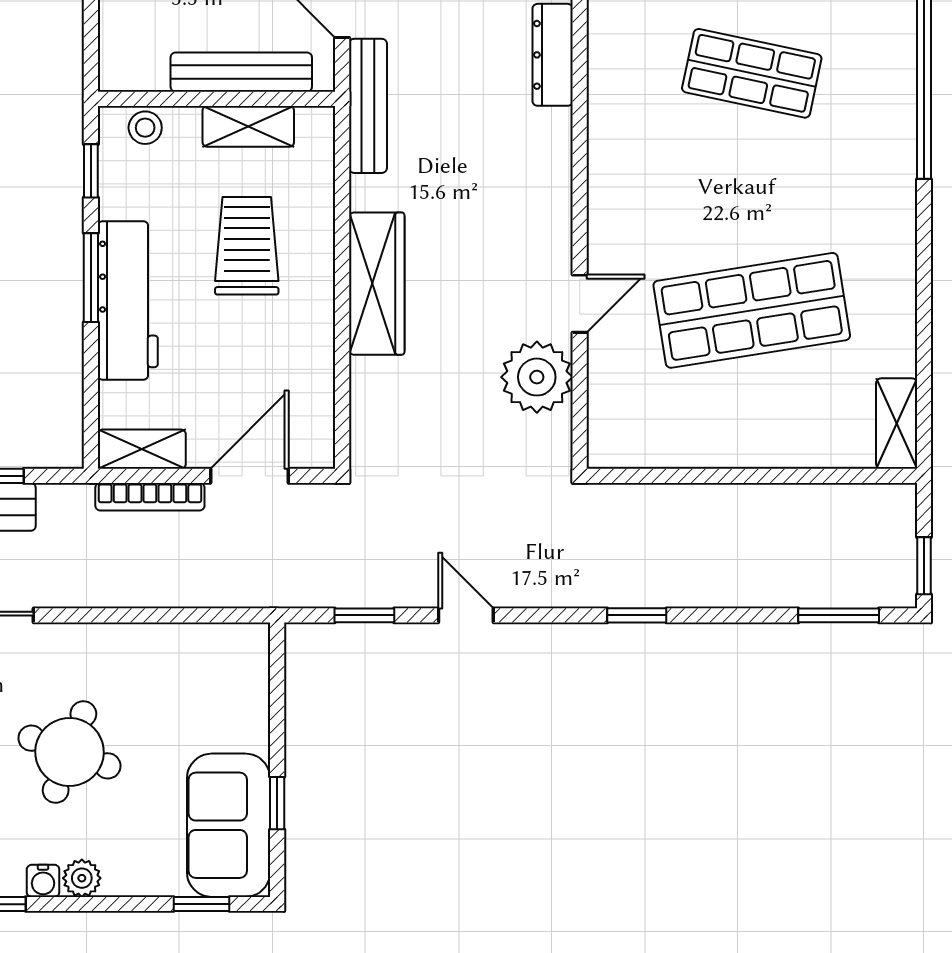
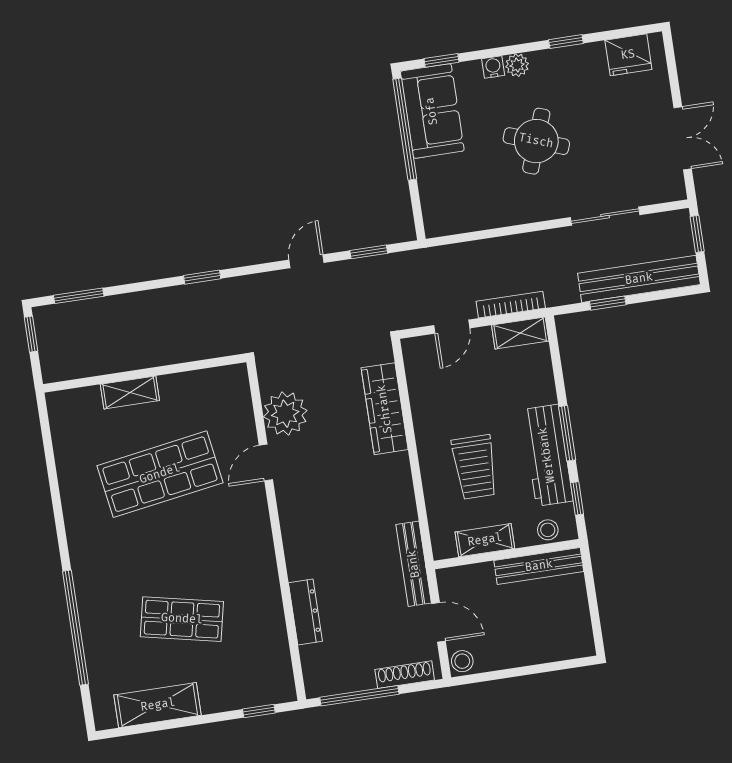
bench: (241, 72) -> (539, 566), moved
wardrobe: (377, 284) -> (385, 409), moved
workbench: (128, 301) -> (547, 455), moved
shelving: (897, 424) -> (130, 392), moved, turned 90
door: (250, 476) -> (452, 327), width x0.73
door: (466, 615) -> (307, 261), swing flipped
window: (277, 803) -> (405, 129), width x3.17
water cooler: (43, 881) -> (493, 67), moved

